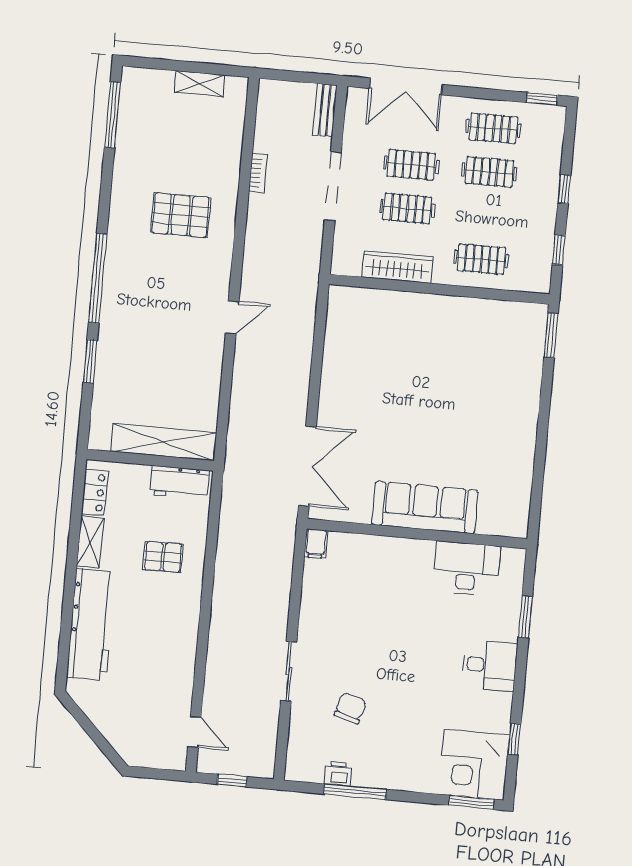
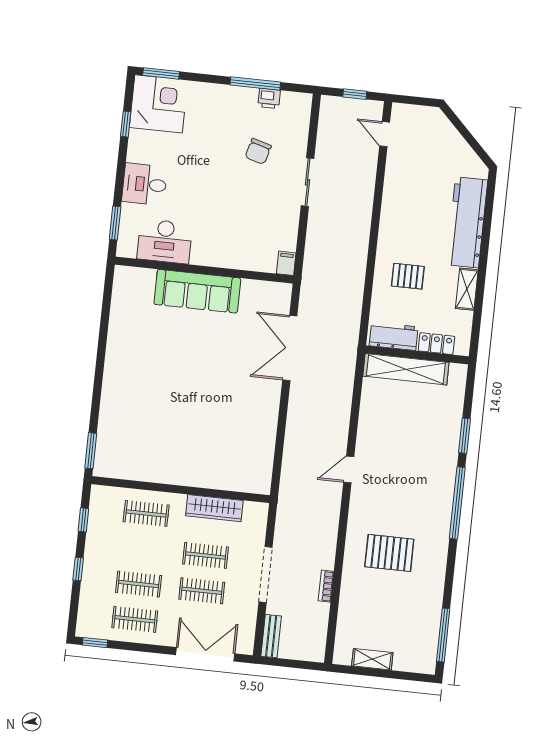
locker: (95, 492) -> (436, 344), moved, turned 90
sofa: (425, 507) -> (197, 291), moved
wall: (417, 534) -> (204, 270), moved
filing cabinet: (316, 544) -> (286, 263), moved
desk: (466, 568) -> (165, 241), moved

